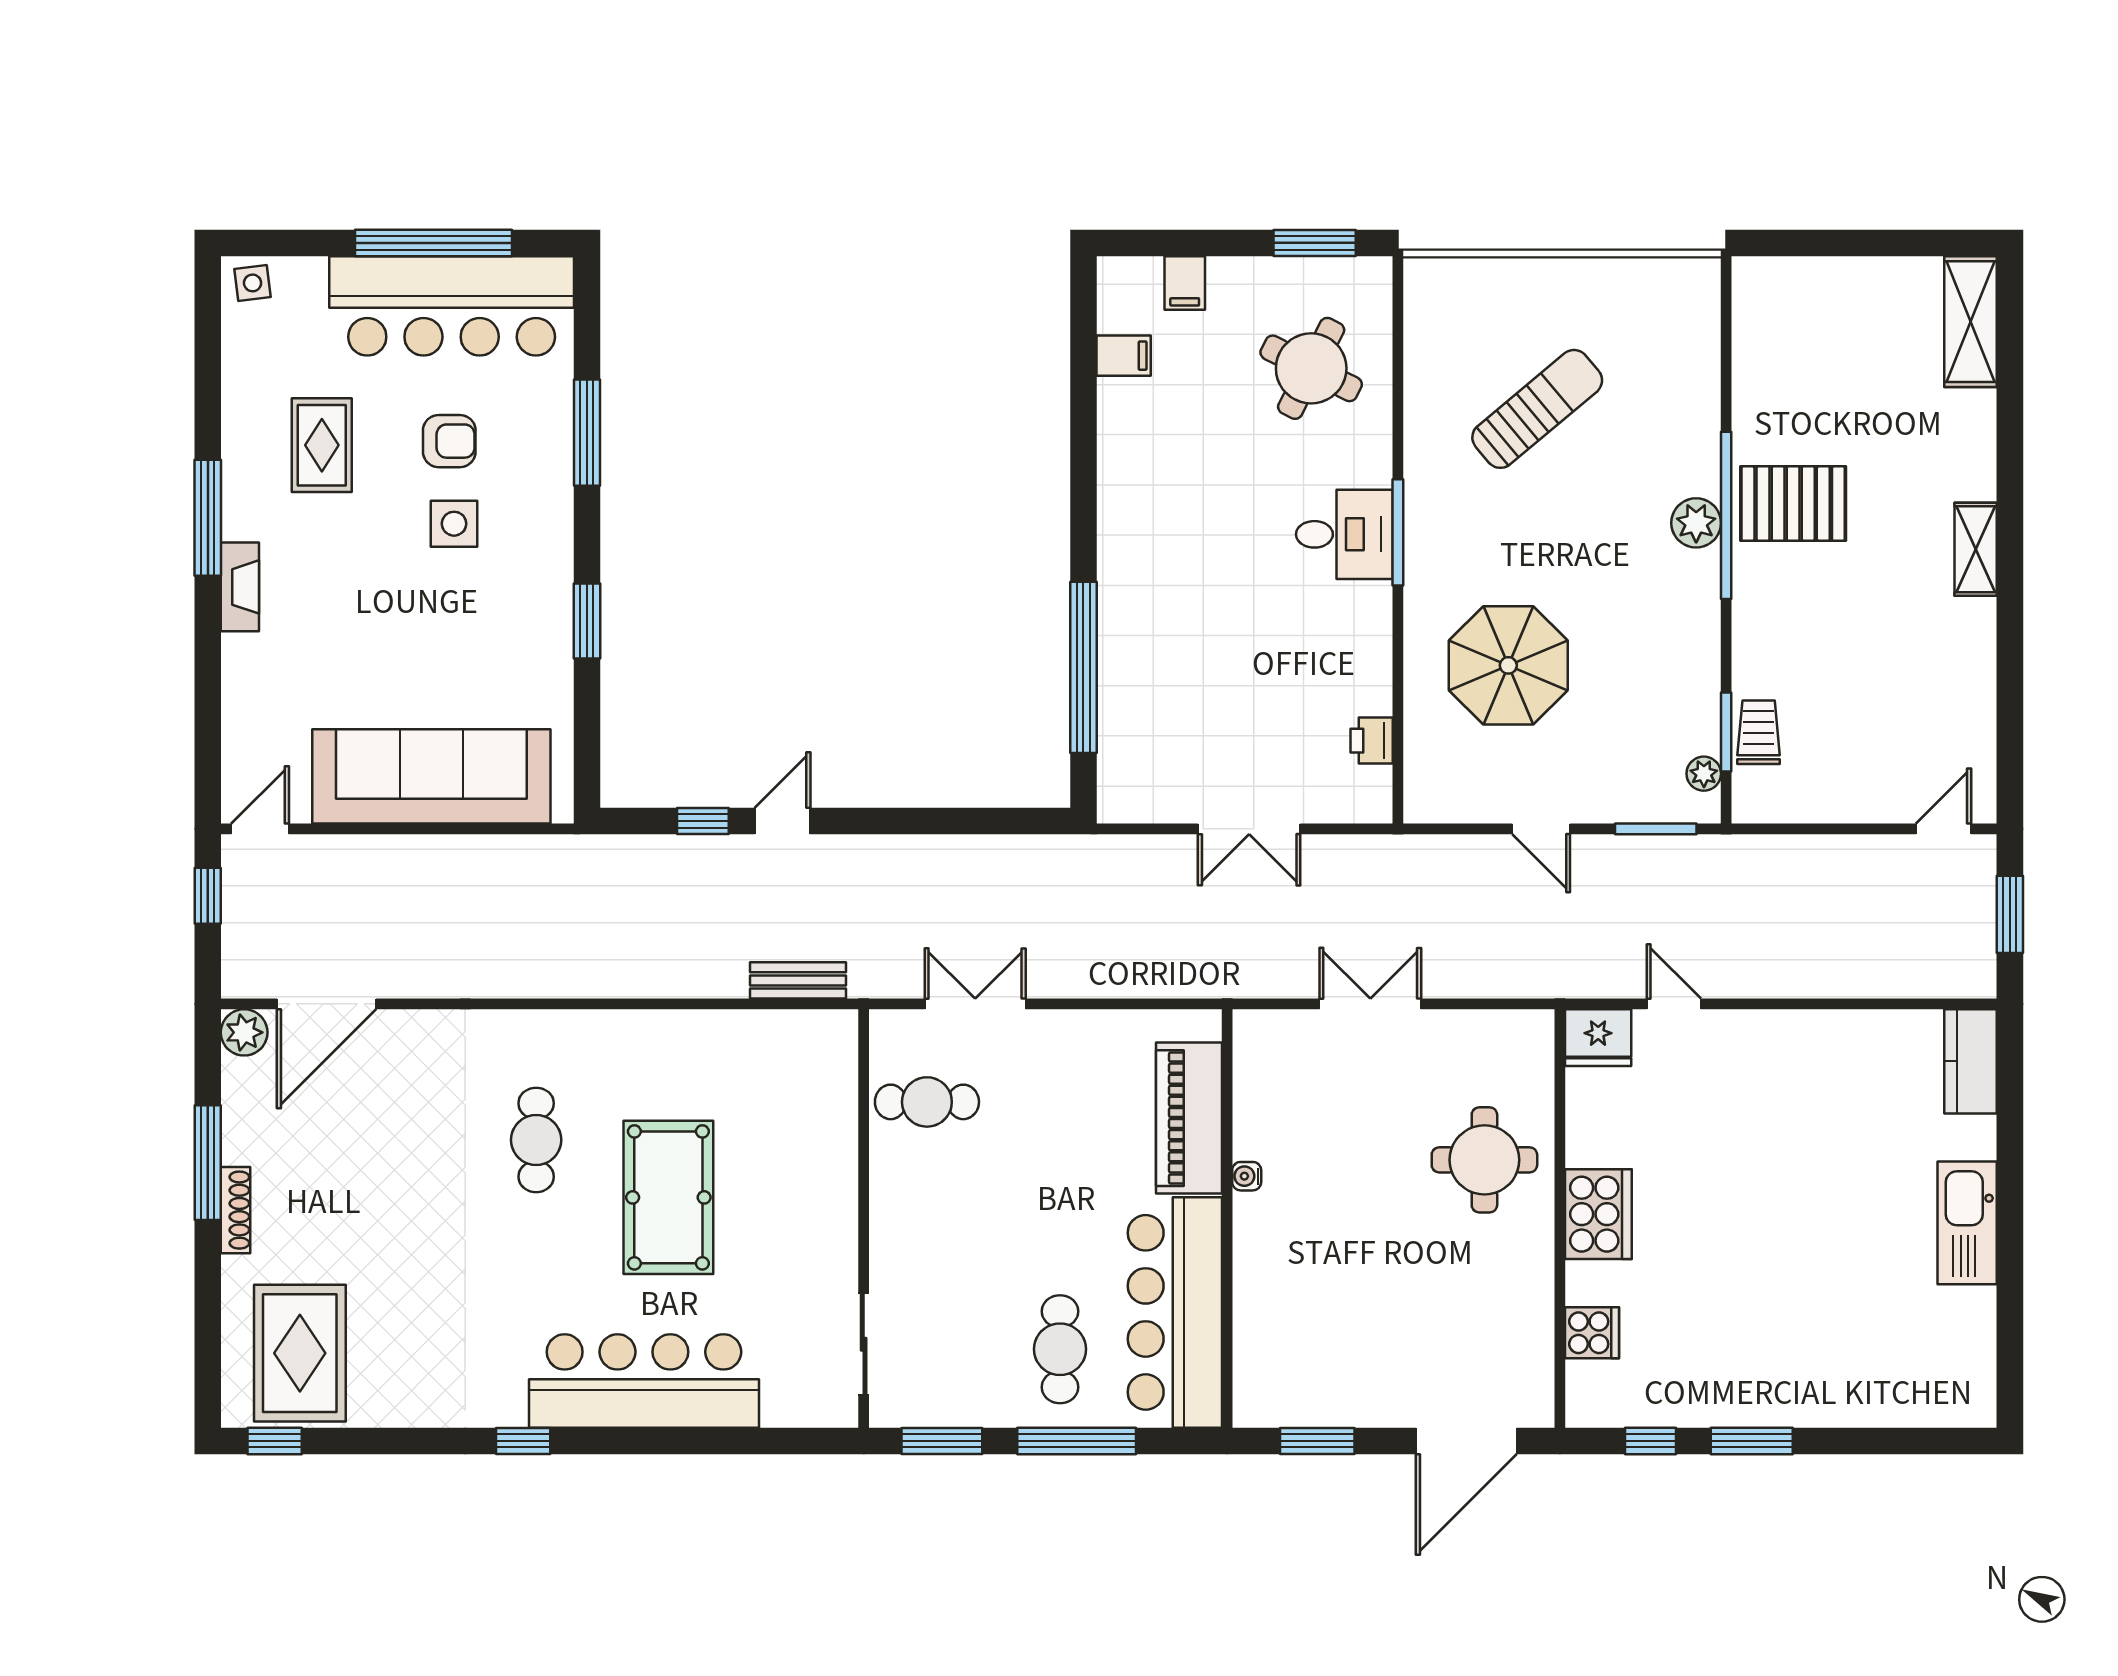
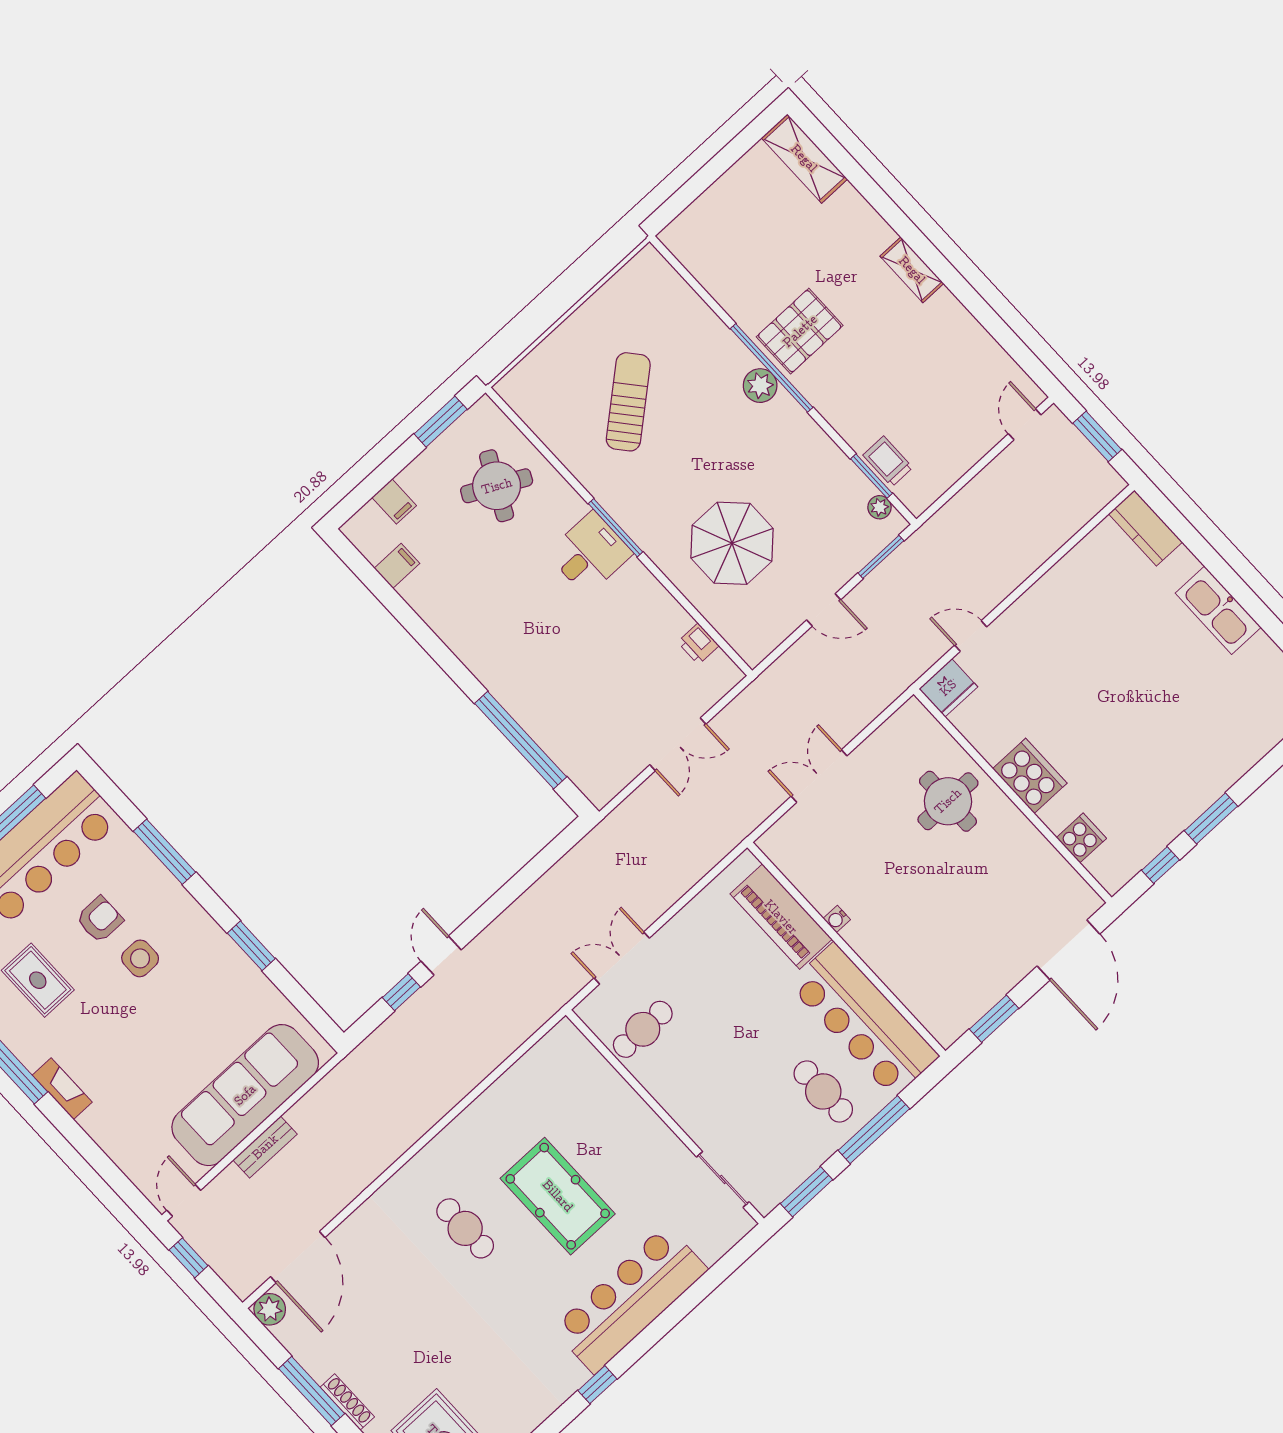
bench: (798, 980) -> (265, 1147), moved

